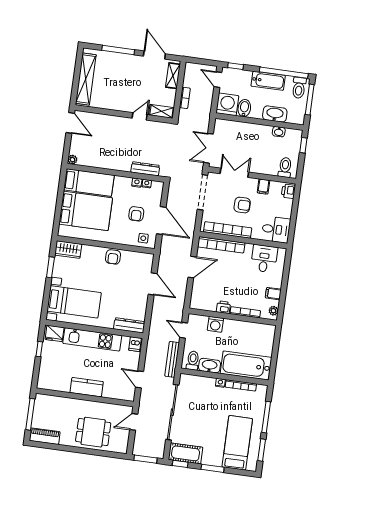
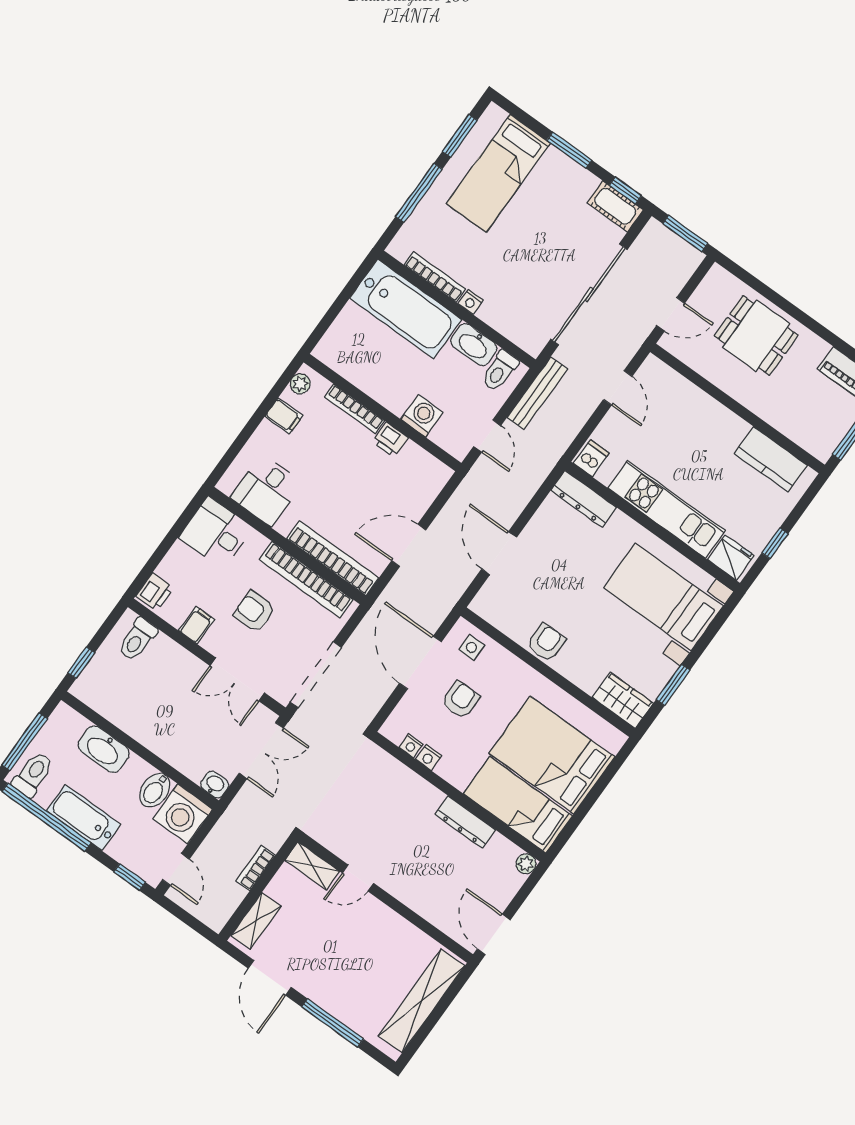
washbasin: (279, 132) -> (215, 785), moved
dresser: (145, 169) -> (465, 822), moved
kitchen counter: (87, 387) -> (771, 459), moved
cot: (186, 453) -> (615, 206), width x0.73, depth x0.75

